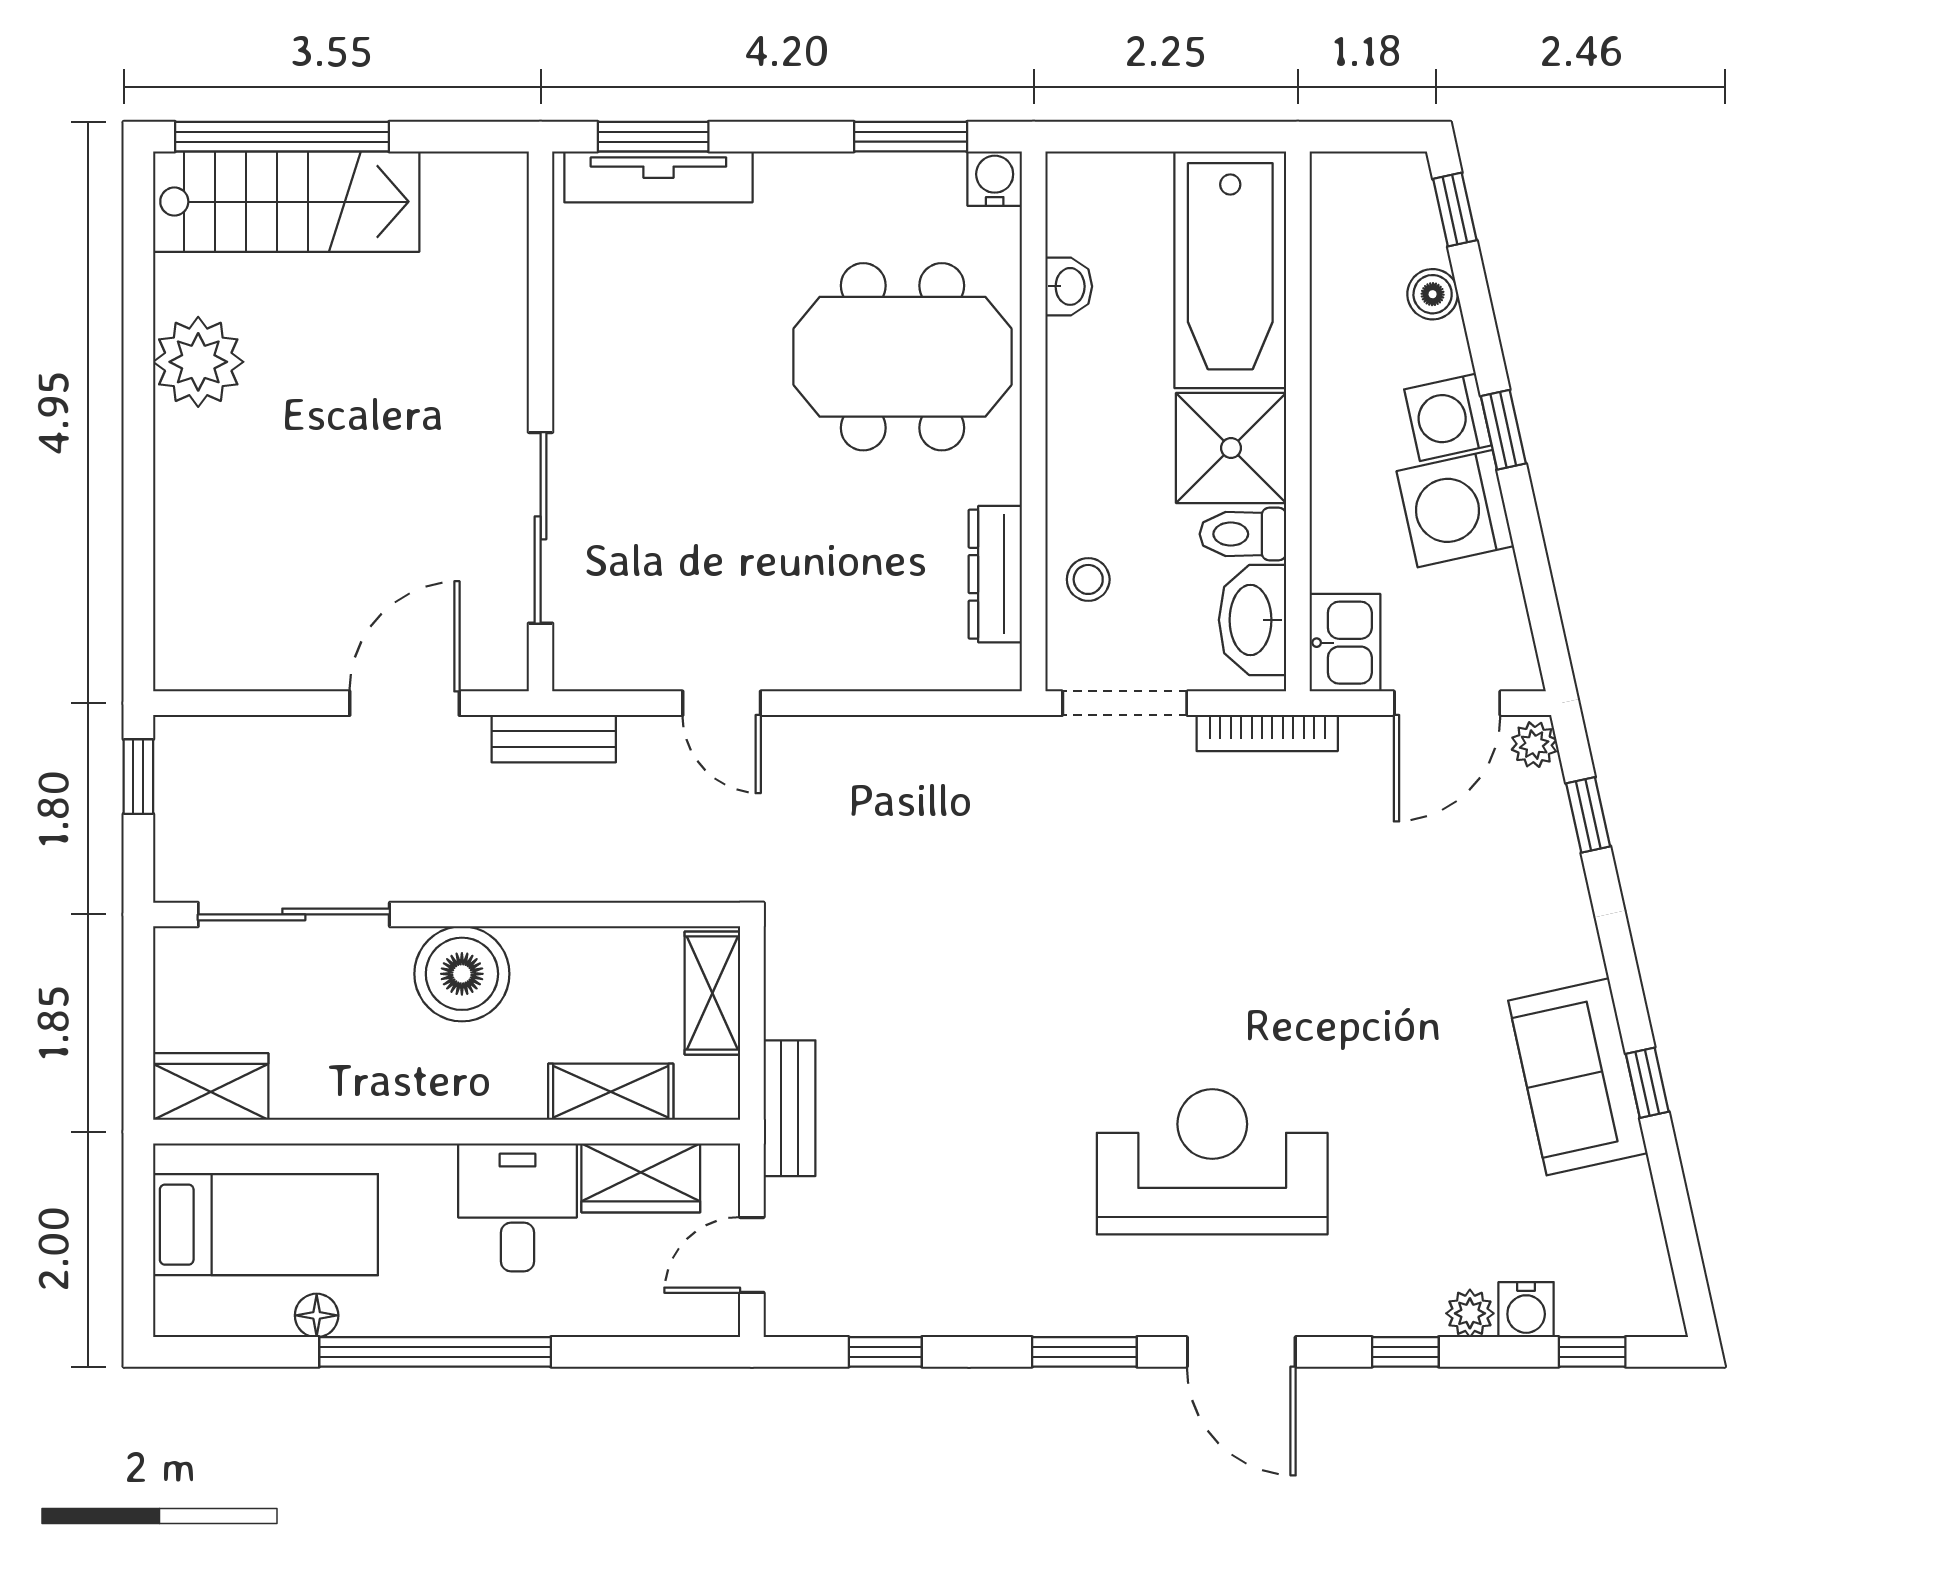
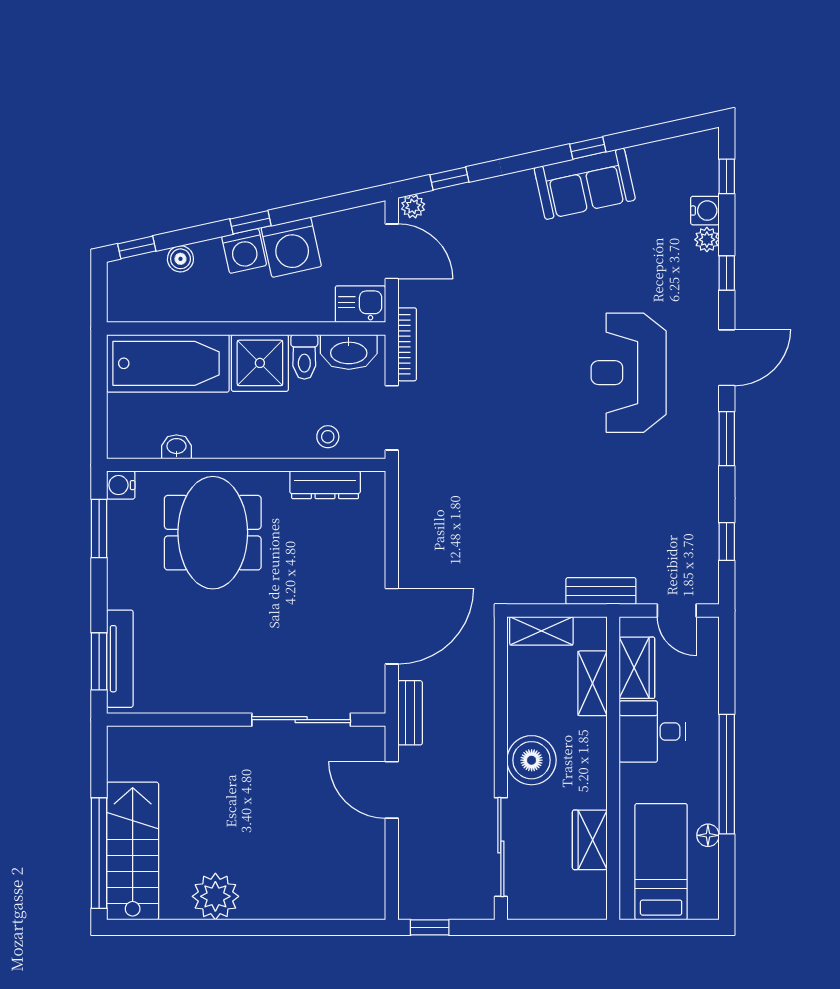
door: (722, 703) -> (392, 626), width x1.87
wardrobe: (211, 1087) -> (590, 840), moved

